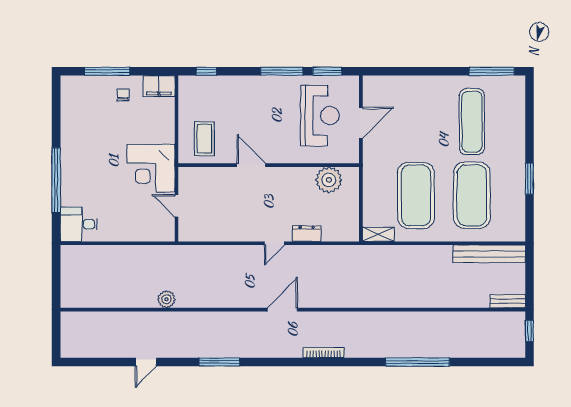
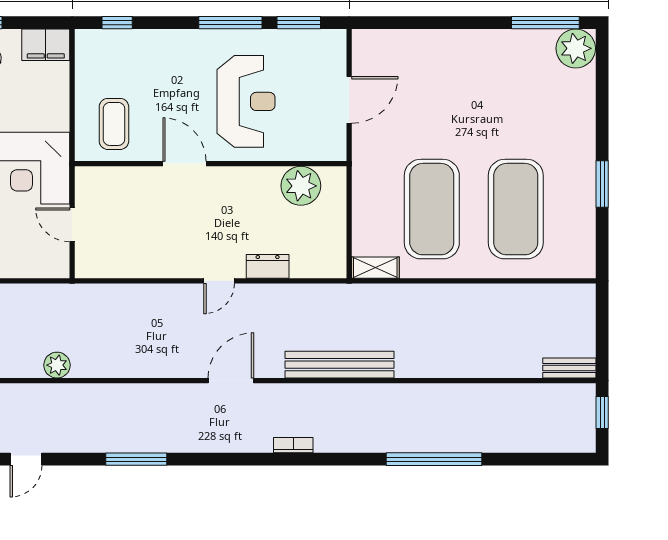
plant: (512, 88) -> (576, 48), added
reception desk: (320, 116) -> (246, 101), moved
exercise mat: (472, 122) -> (516, 98), removed
bench: (489, 254) -> (340, 365), moved
bookcase: (324, 353) -> (293, 445), width x0.64

